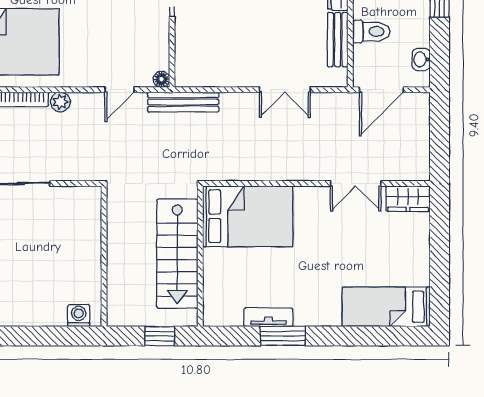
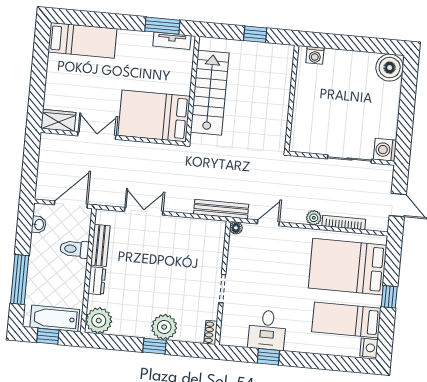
bed: (248, 216) -> (154, 116), moved
stairs: (177, 254) -> (210, 93), moved
wall: (200, 256) -> (193, 89), moved

